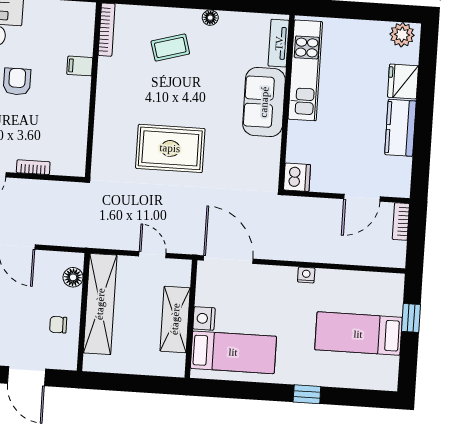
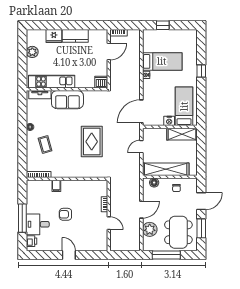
plant: (402, 35) -> (32, 52), moved
door: (362, 198) -> (109, 51), hinge flipped
shelving: (175, 319) -> (182, 134), moved
bed: (358, 334) -> (162, 61), moved, turned -90

